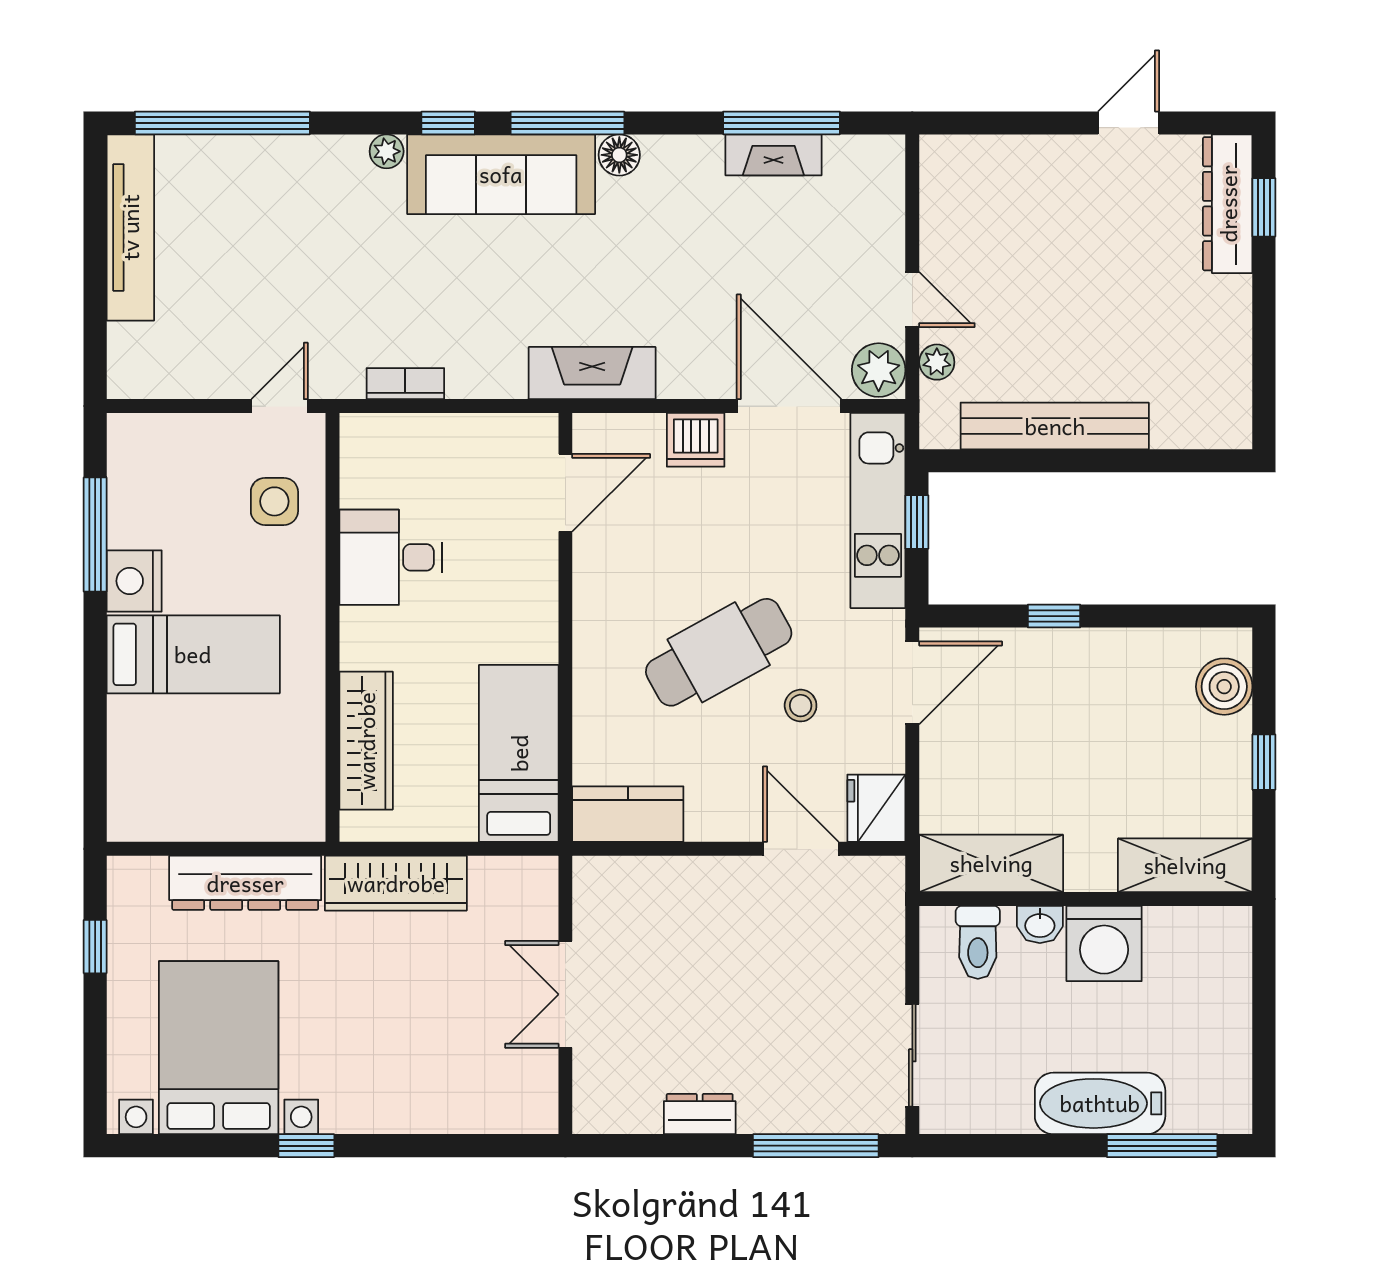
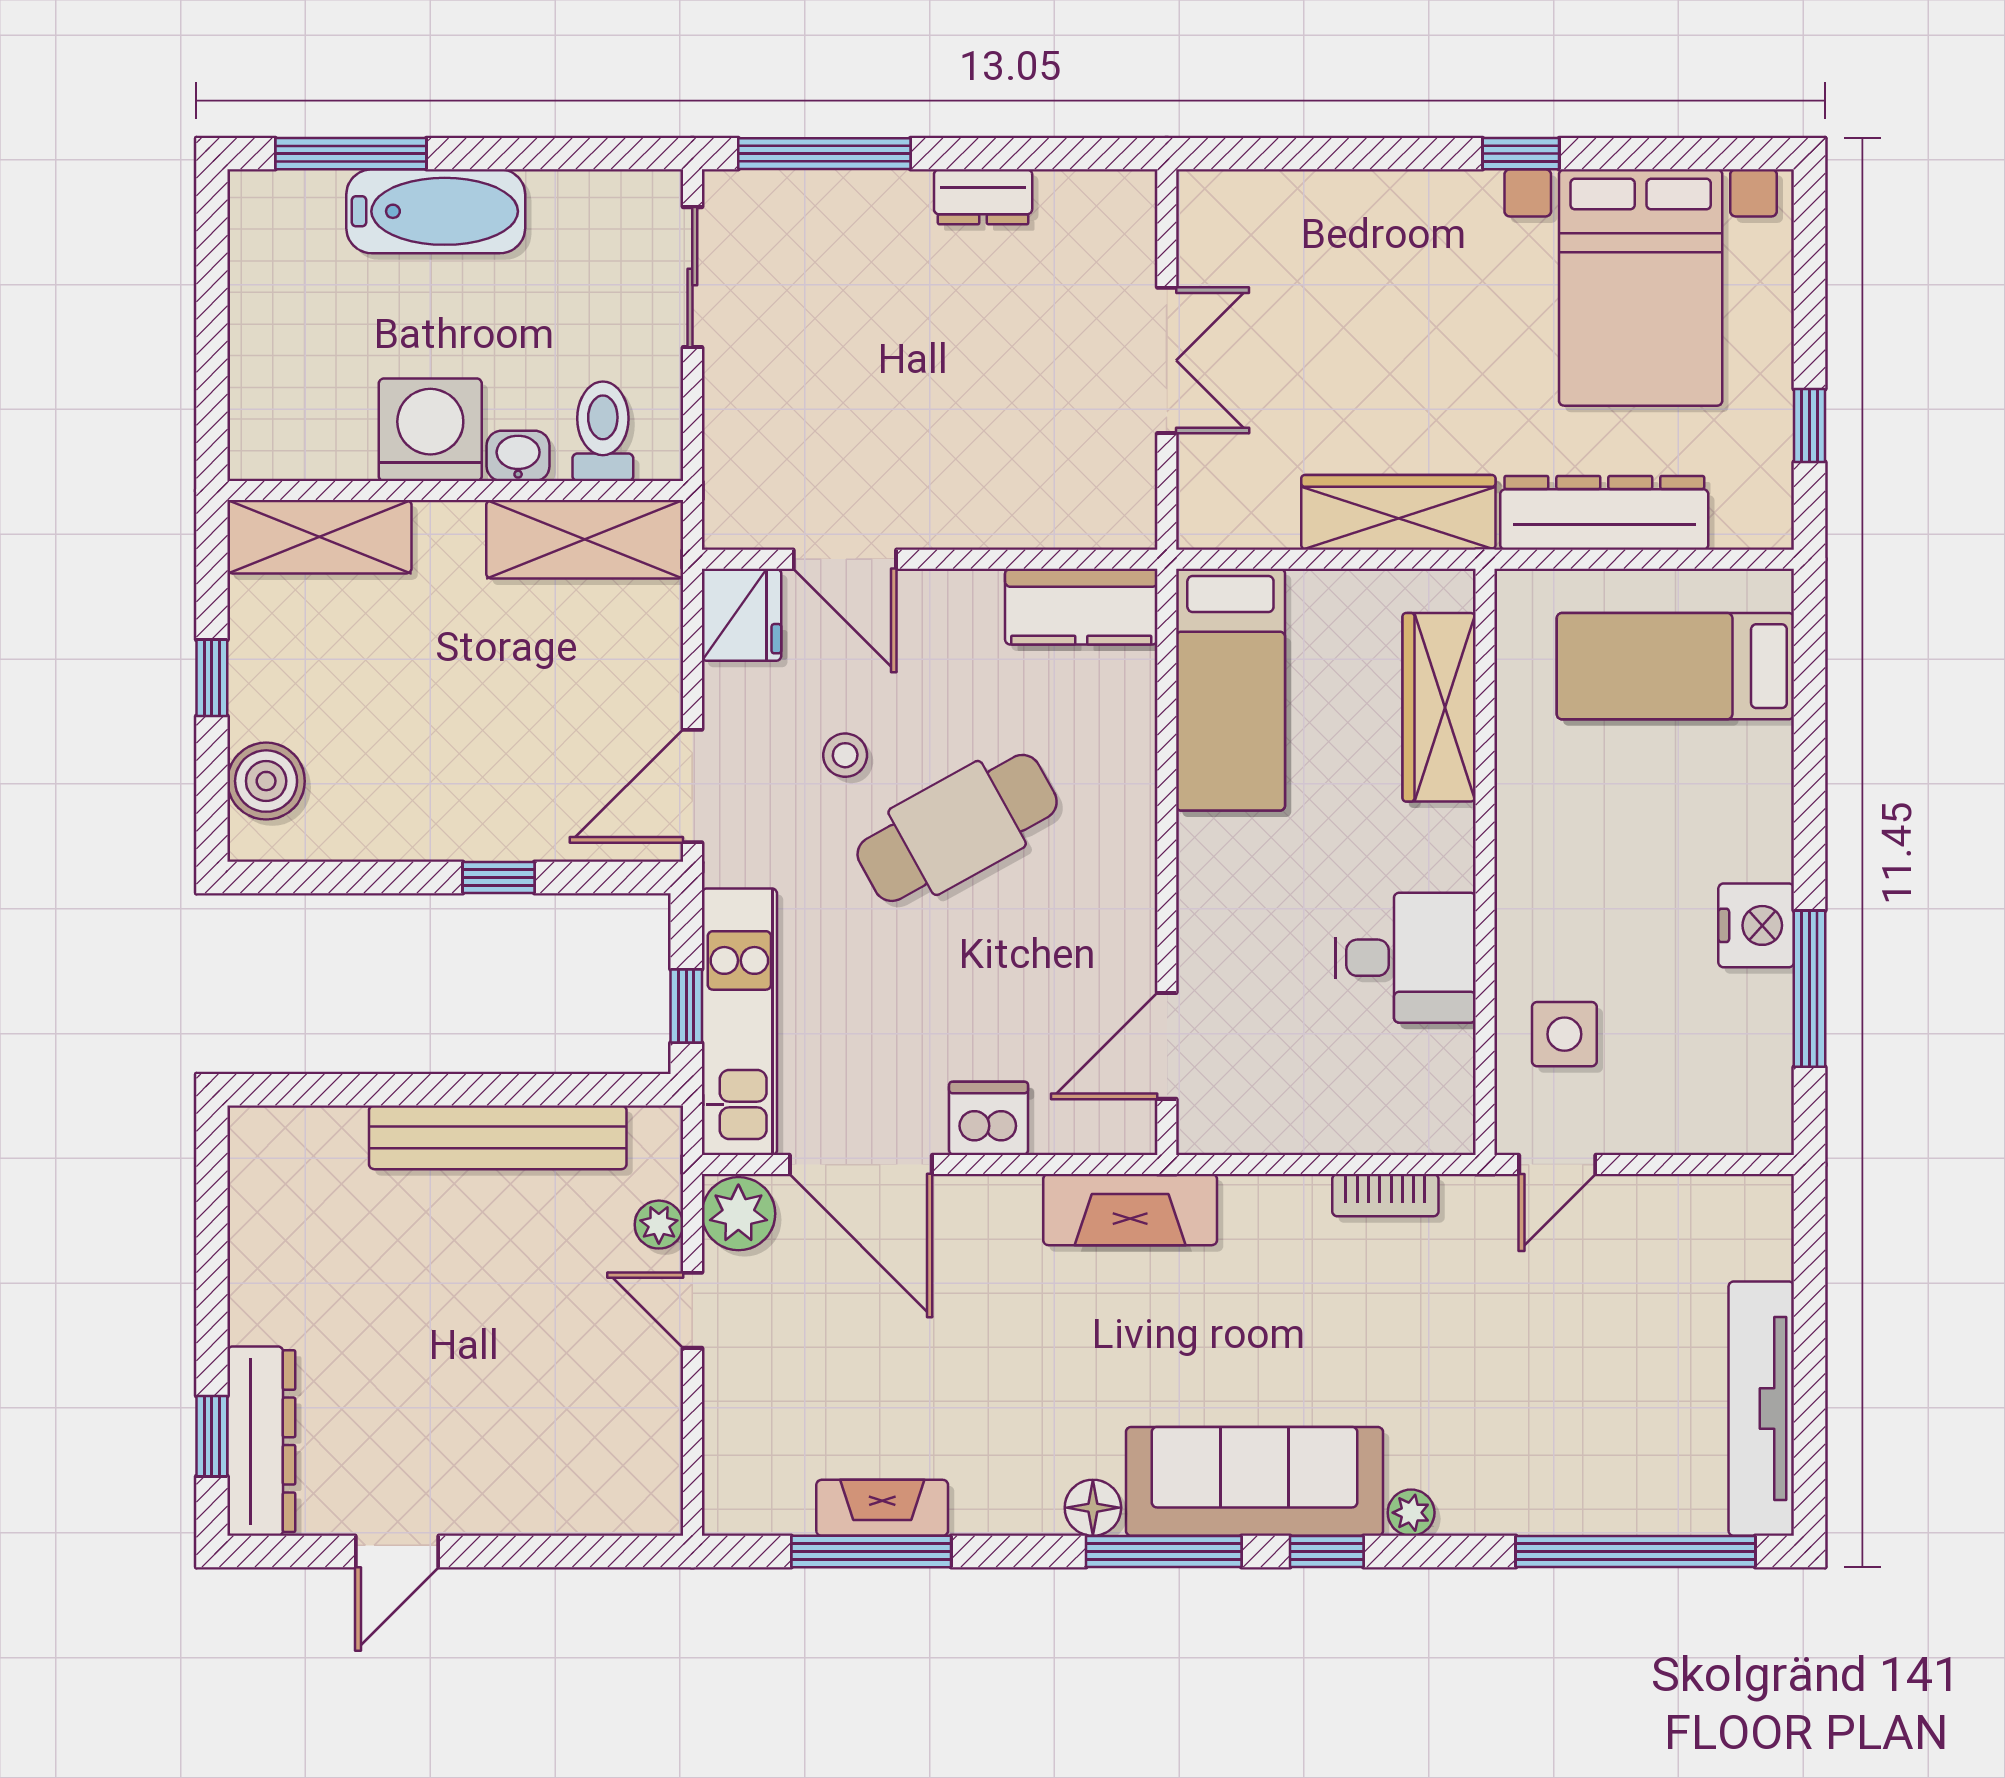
bed: (193, 654) -> (1675, 666), moved

